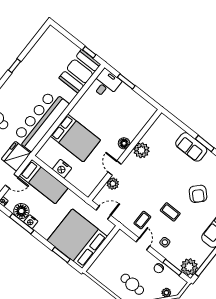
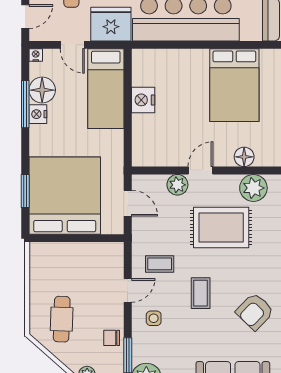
bed: (75, 138) -> (234, 85), moved
rug: (148, 179) -> (221, 227), added

